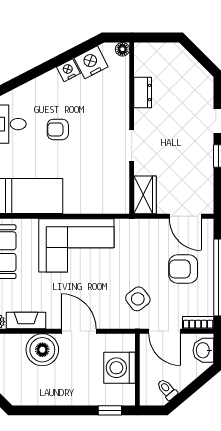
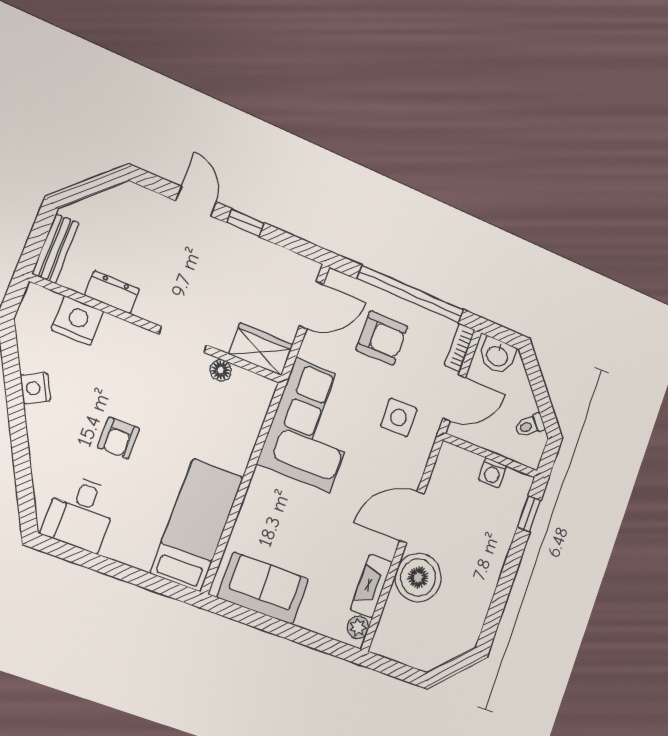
floor lamp: (122, 49) -> (221, 370), moved
bench: (155, 50) -> (56, 249), added
nightstand: (91, 62) -> (77, 321), moved, turned 117
corner sofa: (76, 245) -> (313, 425), moved
armchair: (183, 269) -> (382, 338), turned -90
side table: (138, 299) -> (399, 417), turned 37
washing machine: (119, 368) -> (492, 473), width x0.53, depth x0.53

